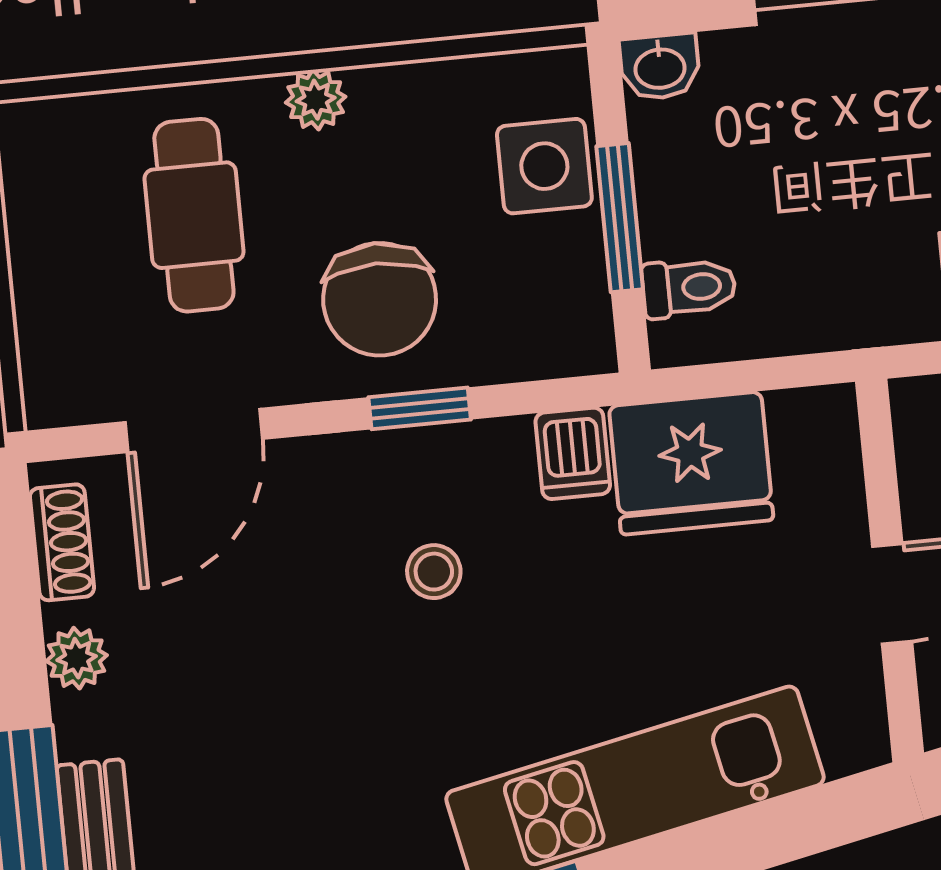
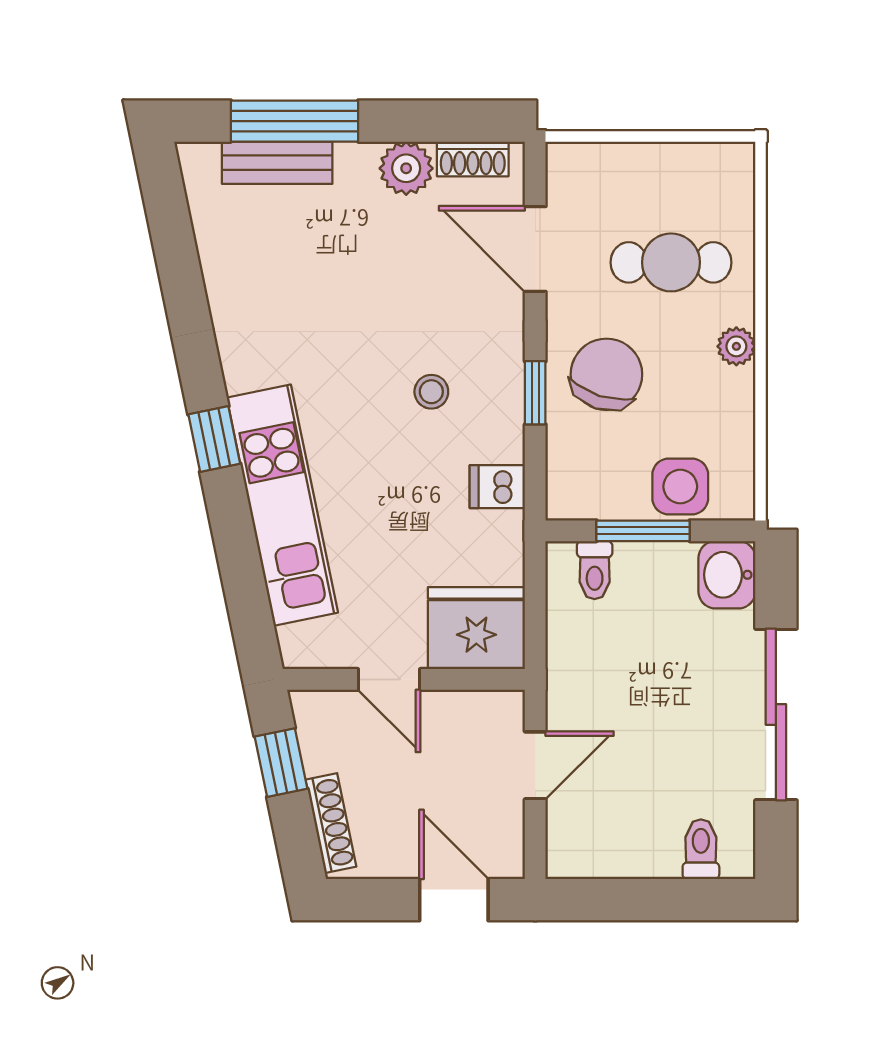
washbasin: (660, 67) -> (727, 575), width x1.38, depth x1.45
chair: (380, 299) -> (606, 374), turned 108
fridge: (691, 463) -> (476, 628), moved, turned 90
plant: (77, 658) -> (406, 168), width x1.38, depth x1.38

